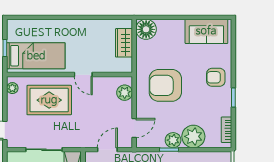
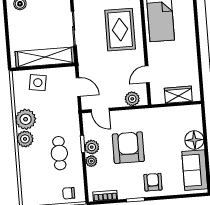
floor lamp: (146, 29) -> (194, 140), moved
door: (83, 75) -> (147, 74), moved
armchair: (165, 85) -> (128, 148), moved
plant: (193, 136) -> (91, 161), width x0.53, depth x0.53

